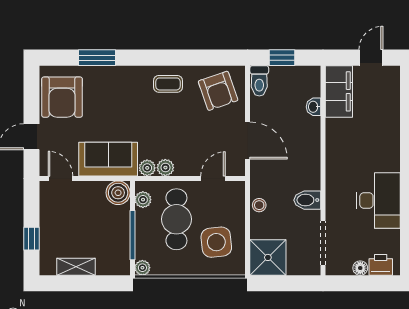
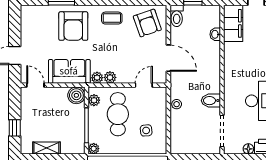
armchair: (62, 97) -> (73, 26), moved
side table: (216, 242) -> (146, 130), width x0.54, depth x0.54
shower: (268, 257) -> (183, 141), removed

